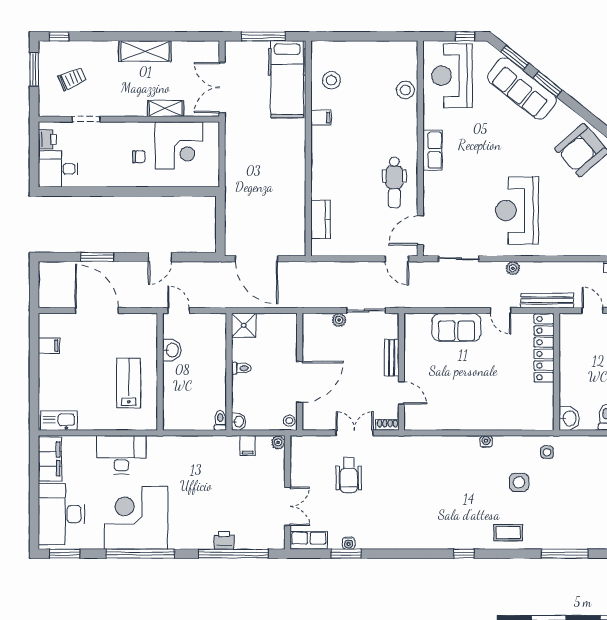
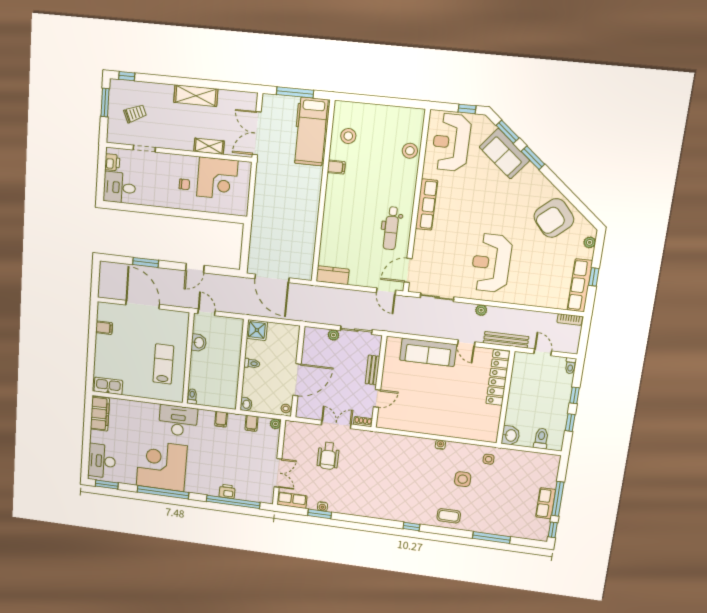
sofa: (522, 89) -> (504, 154), width x0.73
row of seats: (432, 150) -> (427, 205), width x1.48
kitchen counter: (321, 219) -> (333, 275), moved, turned -90
sofa: (457, 327) -> (428, 352), width x1.36
door: (401, 393) -> (377, 398), hinge flipped
toilet: (220, 420) -> (192, 396), moved
filing cabinet: (208, 445) -> (221, 419), added
desk: (121, 455) -> (178, 421), moved
desk: (61, 514) -> (102, 461), width x0.73, depth x0.77

